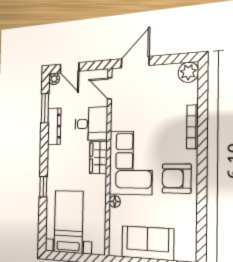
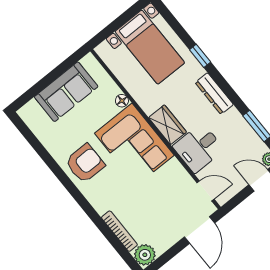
dresser: (54, 126) -> (214, 94), moved
bookcase: (192, 127) -> (119, 231), moved

